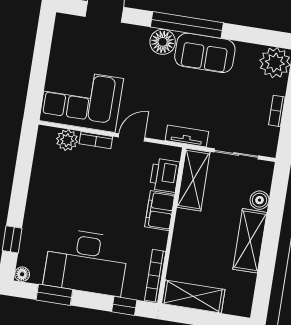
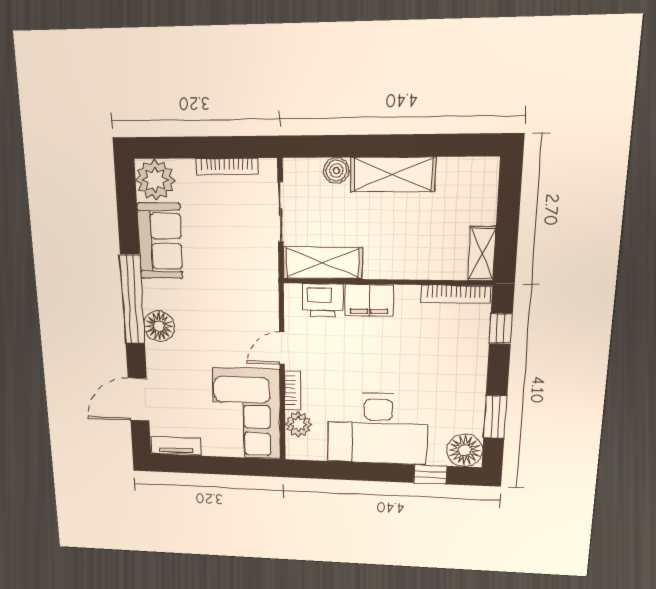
sofa: (205, 53) -> (160, 241), moved
bookcase: (277, 111) -> (227, 167), width x1.56
tv unit: (187, 136) -> (176, 446), moved, turned 90
door: (132, 137) -> (282, 348), hinge flipped
desk: (86, 262) -> (378, 429), moved, turned 90
floor lamp: (22, 274) -> (465, 450), width x1.89, depth x1.89
shelving: (193, 297) -> (482, 254), width x0.67, depth x0.75

